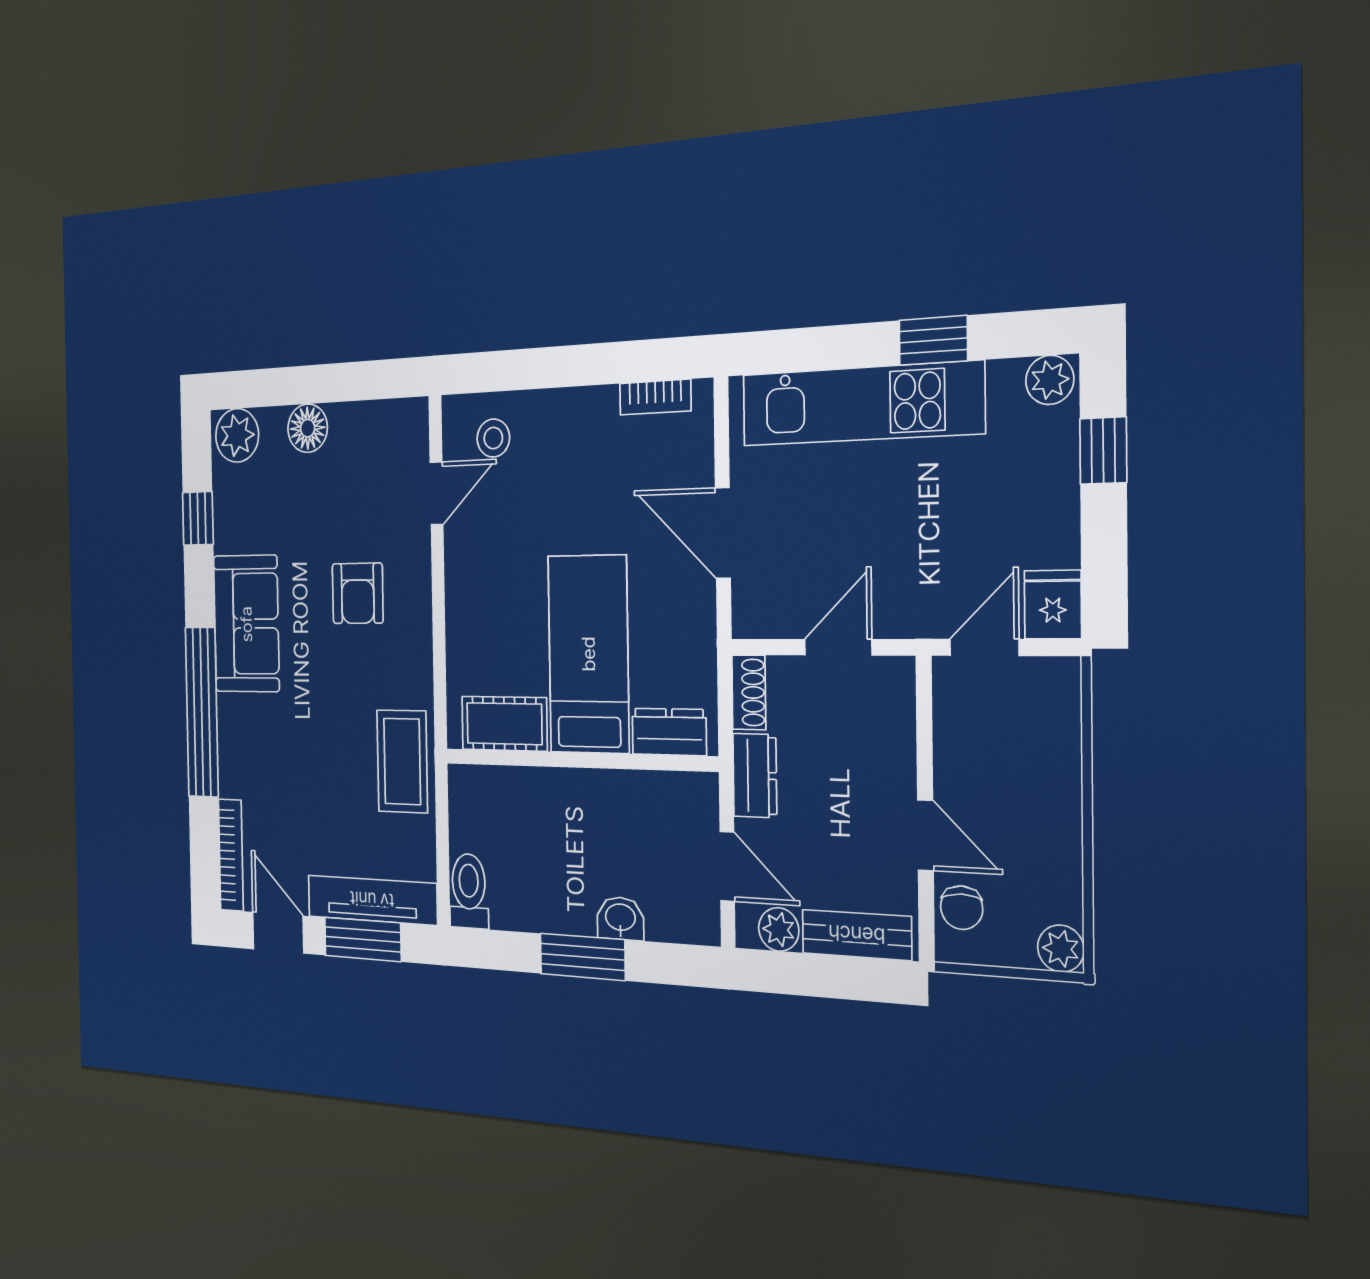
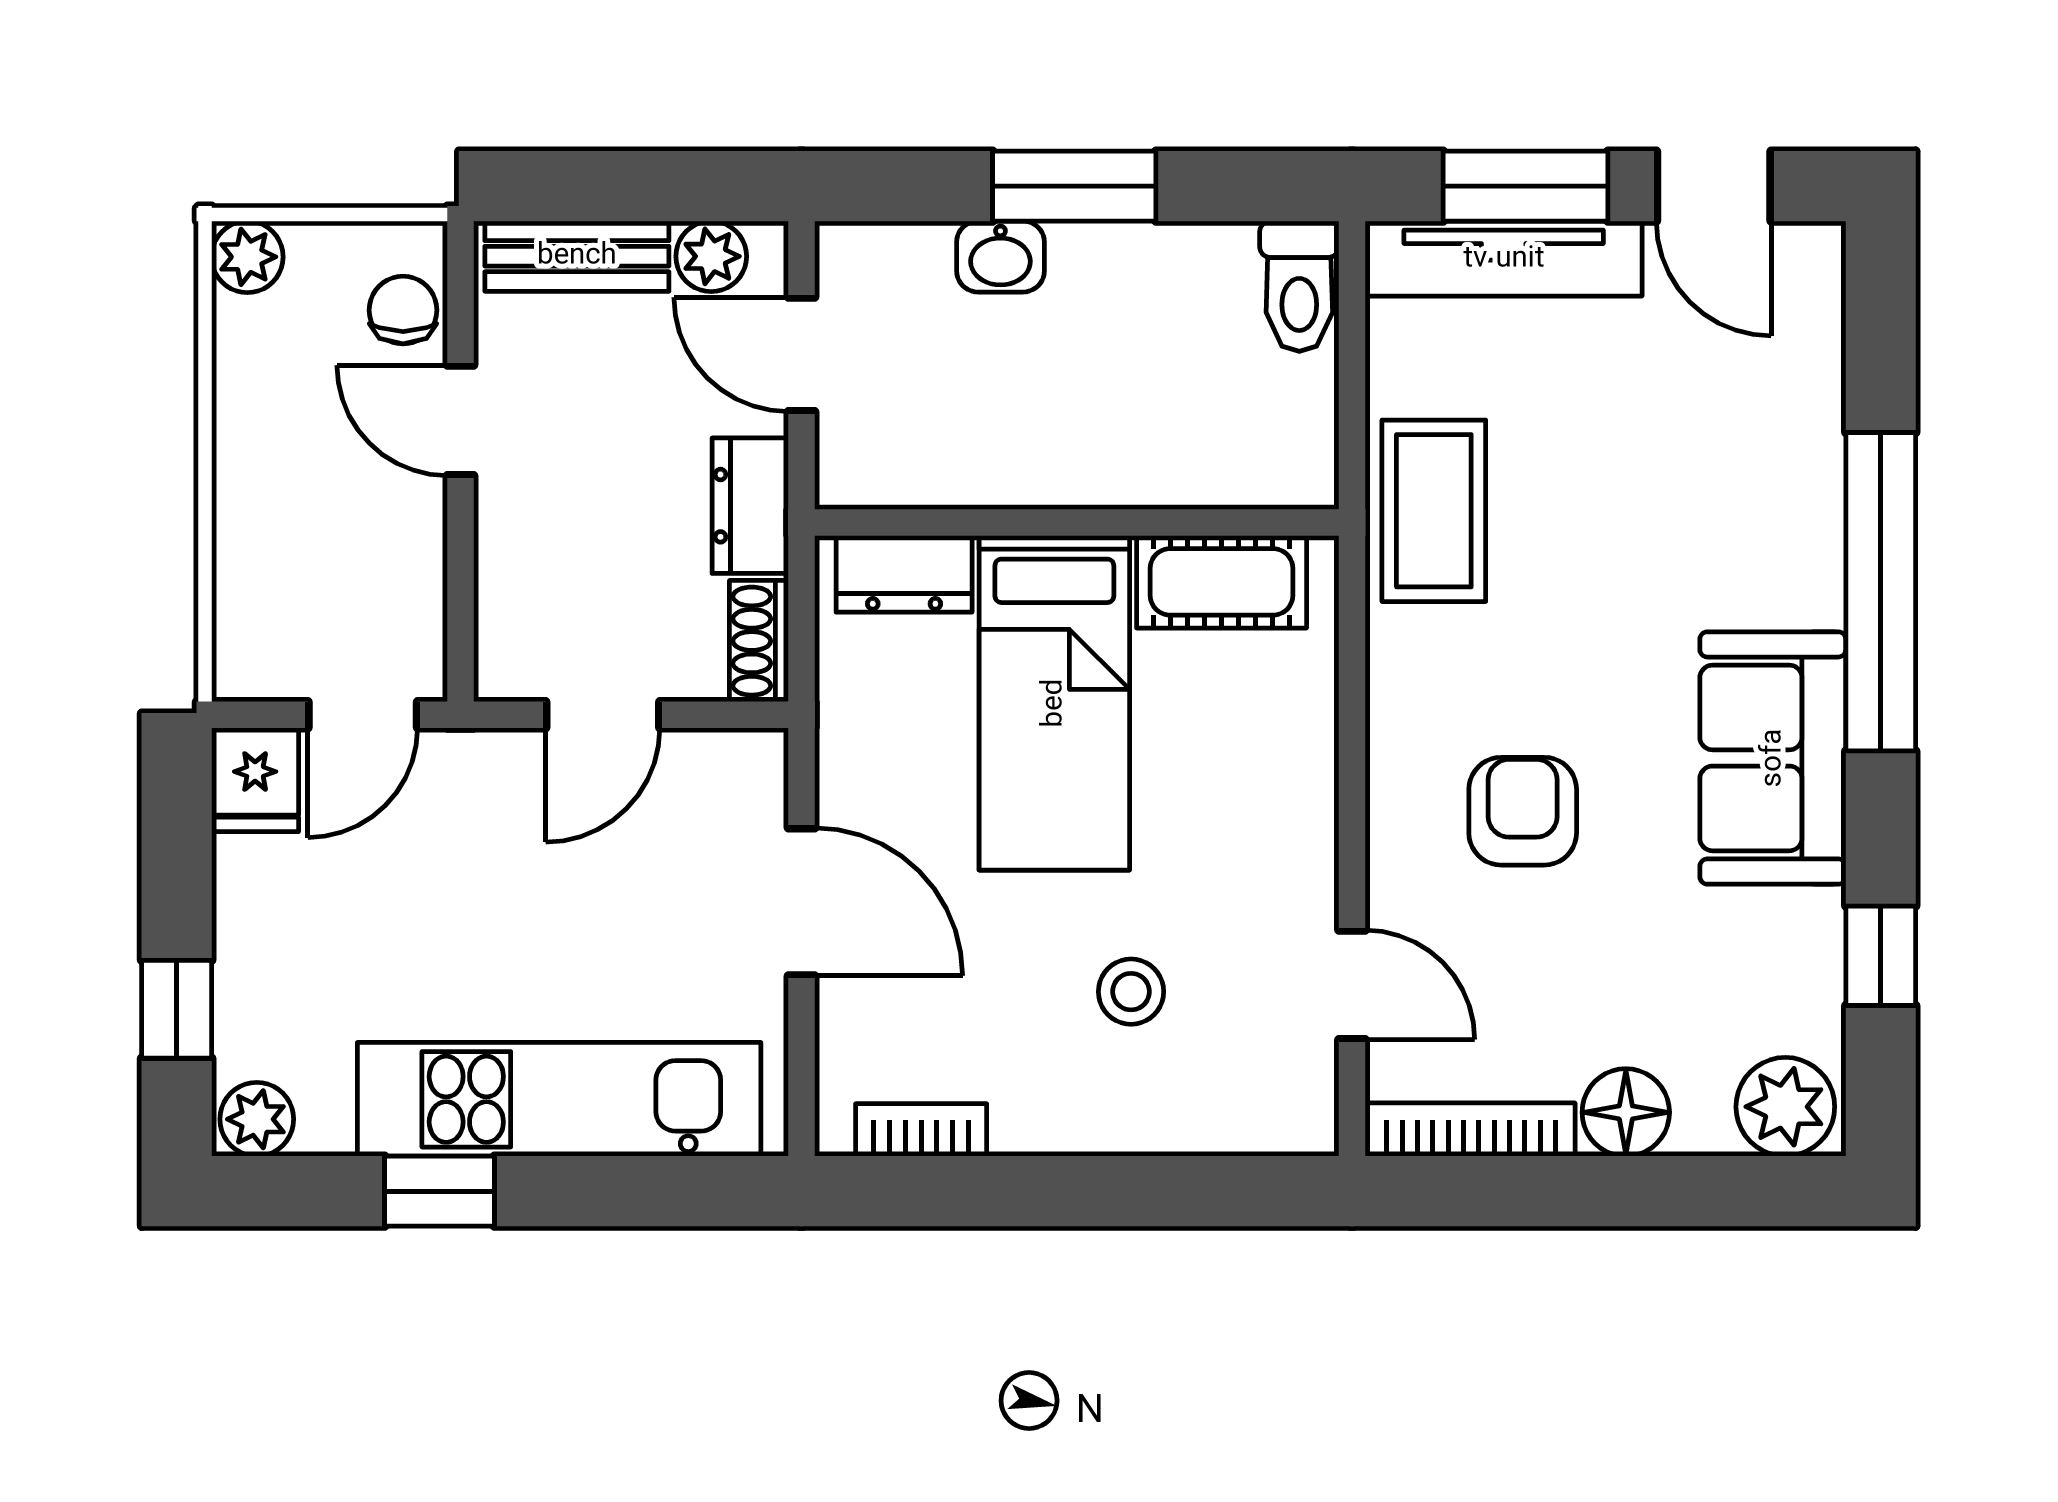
stool: (493, 438) -> (1131, 992), moved
door: (437, 493) -> (1352, 985), swing flipped
bookcase: (231, 855) -> (1471, 1130), moved, turned 90

